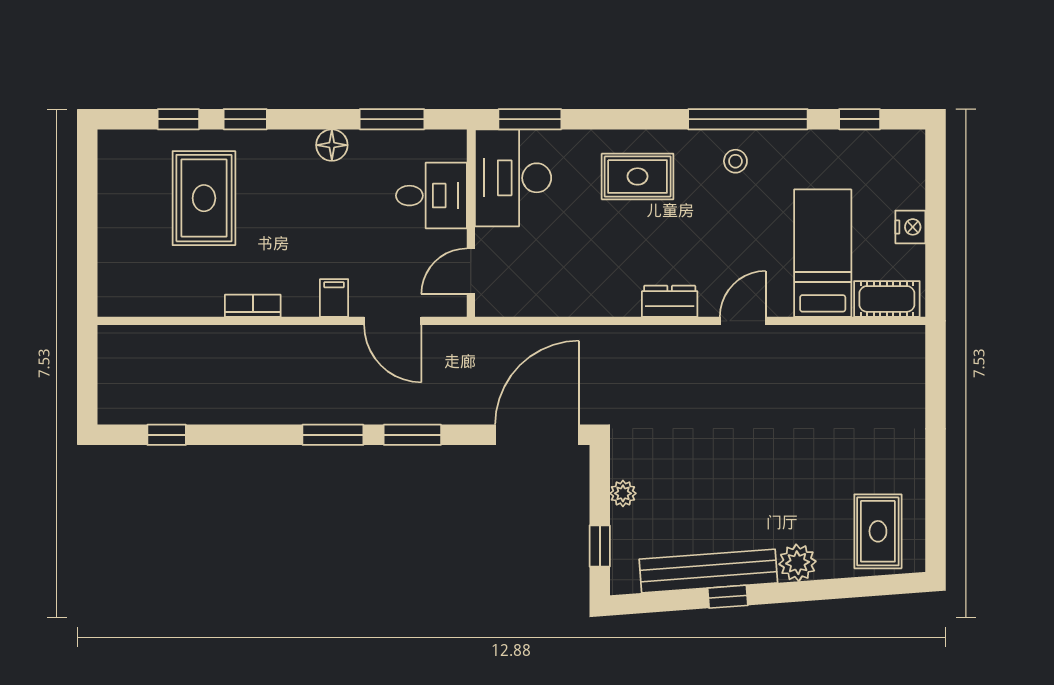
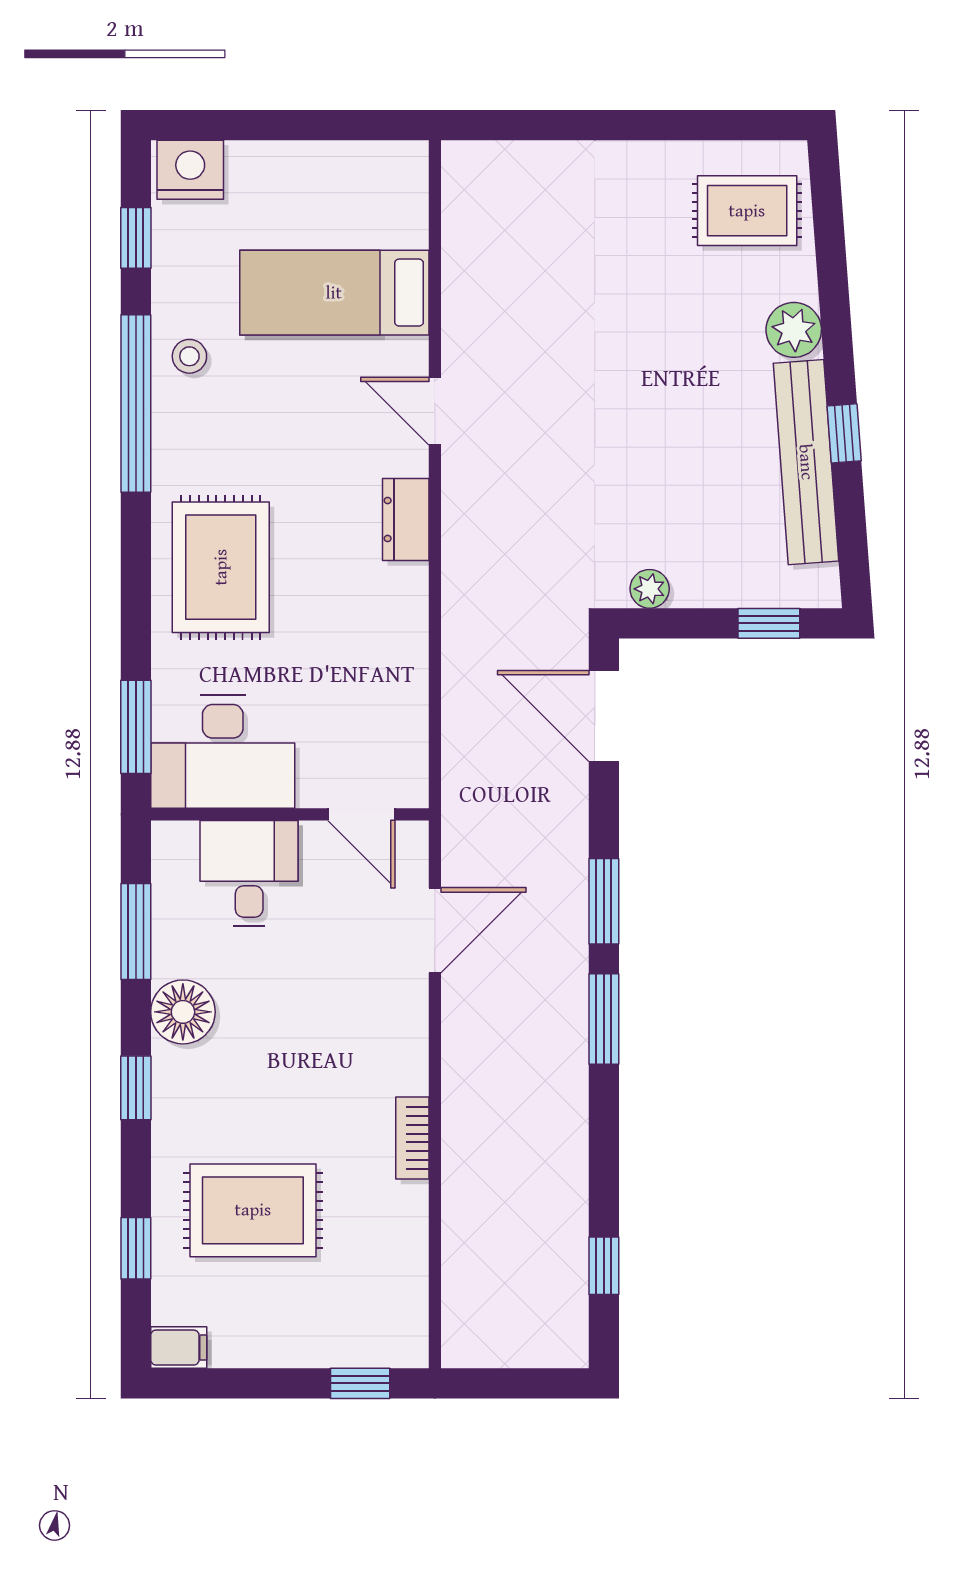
window: (245, 119) -> (136, 1088), moved
floor lamp: (332, 145) -> (183, 1012), width x1.38, depth x1.38
stool: (735, 161) -> (189, 356), moved
rug: (638, 176) -> (221, 567), width x1.36, depth x1.43
nightstand: (910, 227) -> (190, 170), moved, width x1.36, depth x1.33
window: (87, 270) -> (360, 1383), added
filing cabinet: (334, 298) -> (179, 1348), moved, turned 180
cot: (887, 299) -> (402, 197), removed
door: (537, 435) -> (604, 716), width x0.73
plant: (623, 493) -> (650, 589), moved

